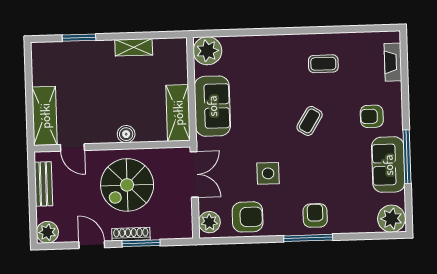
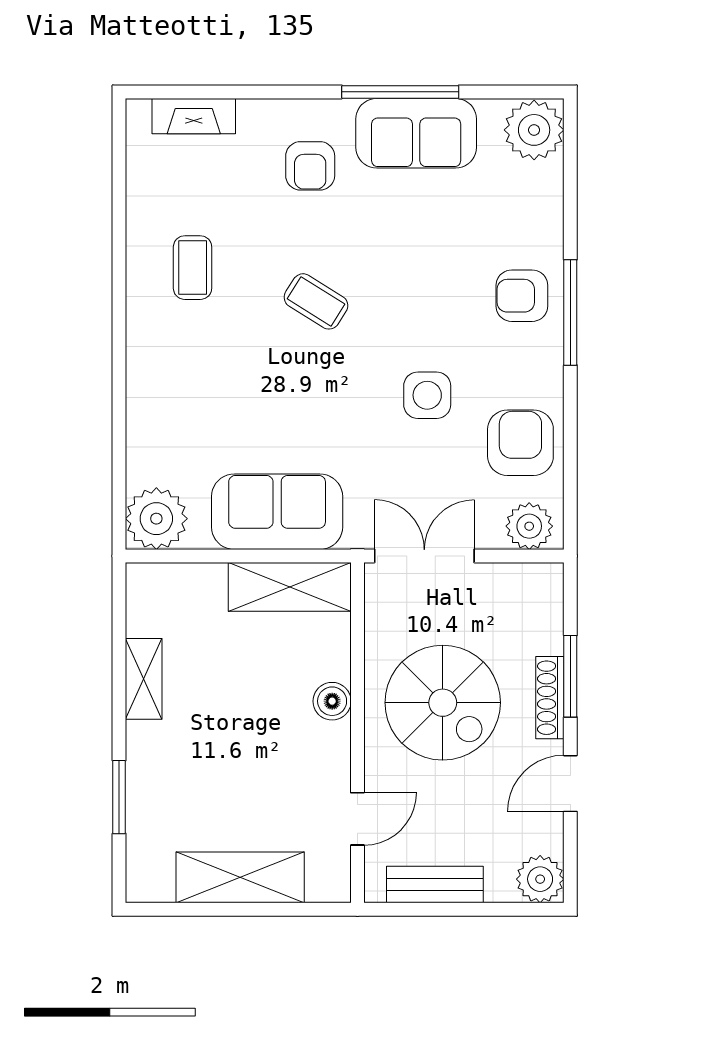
shelving: (45, 116) -> (240, 877), moved

